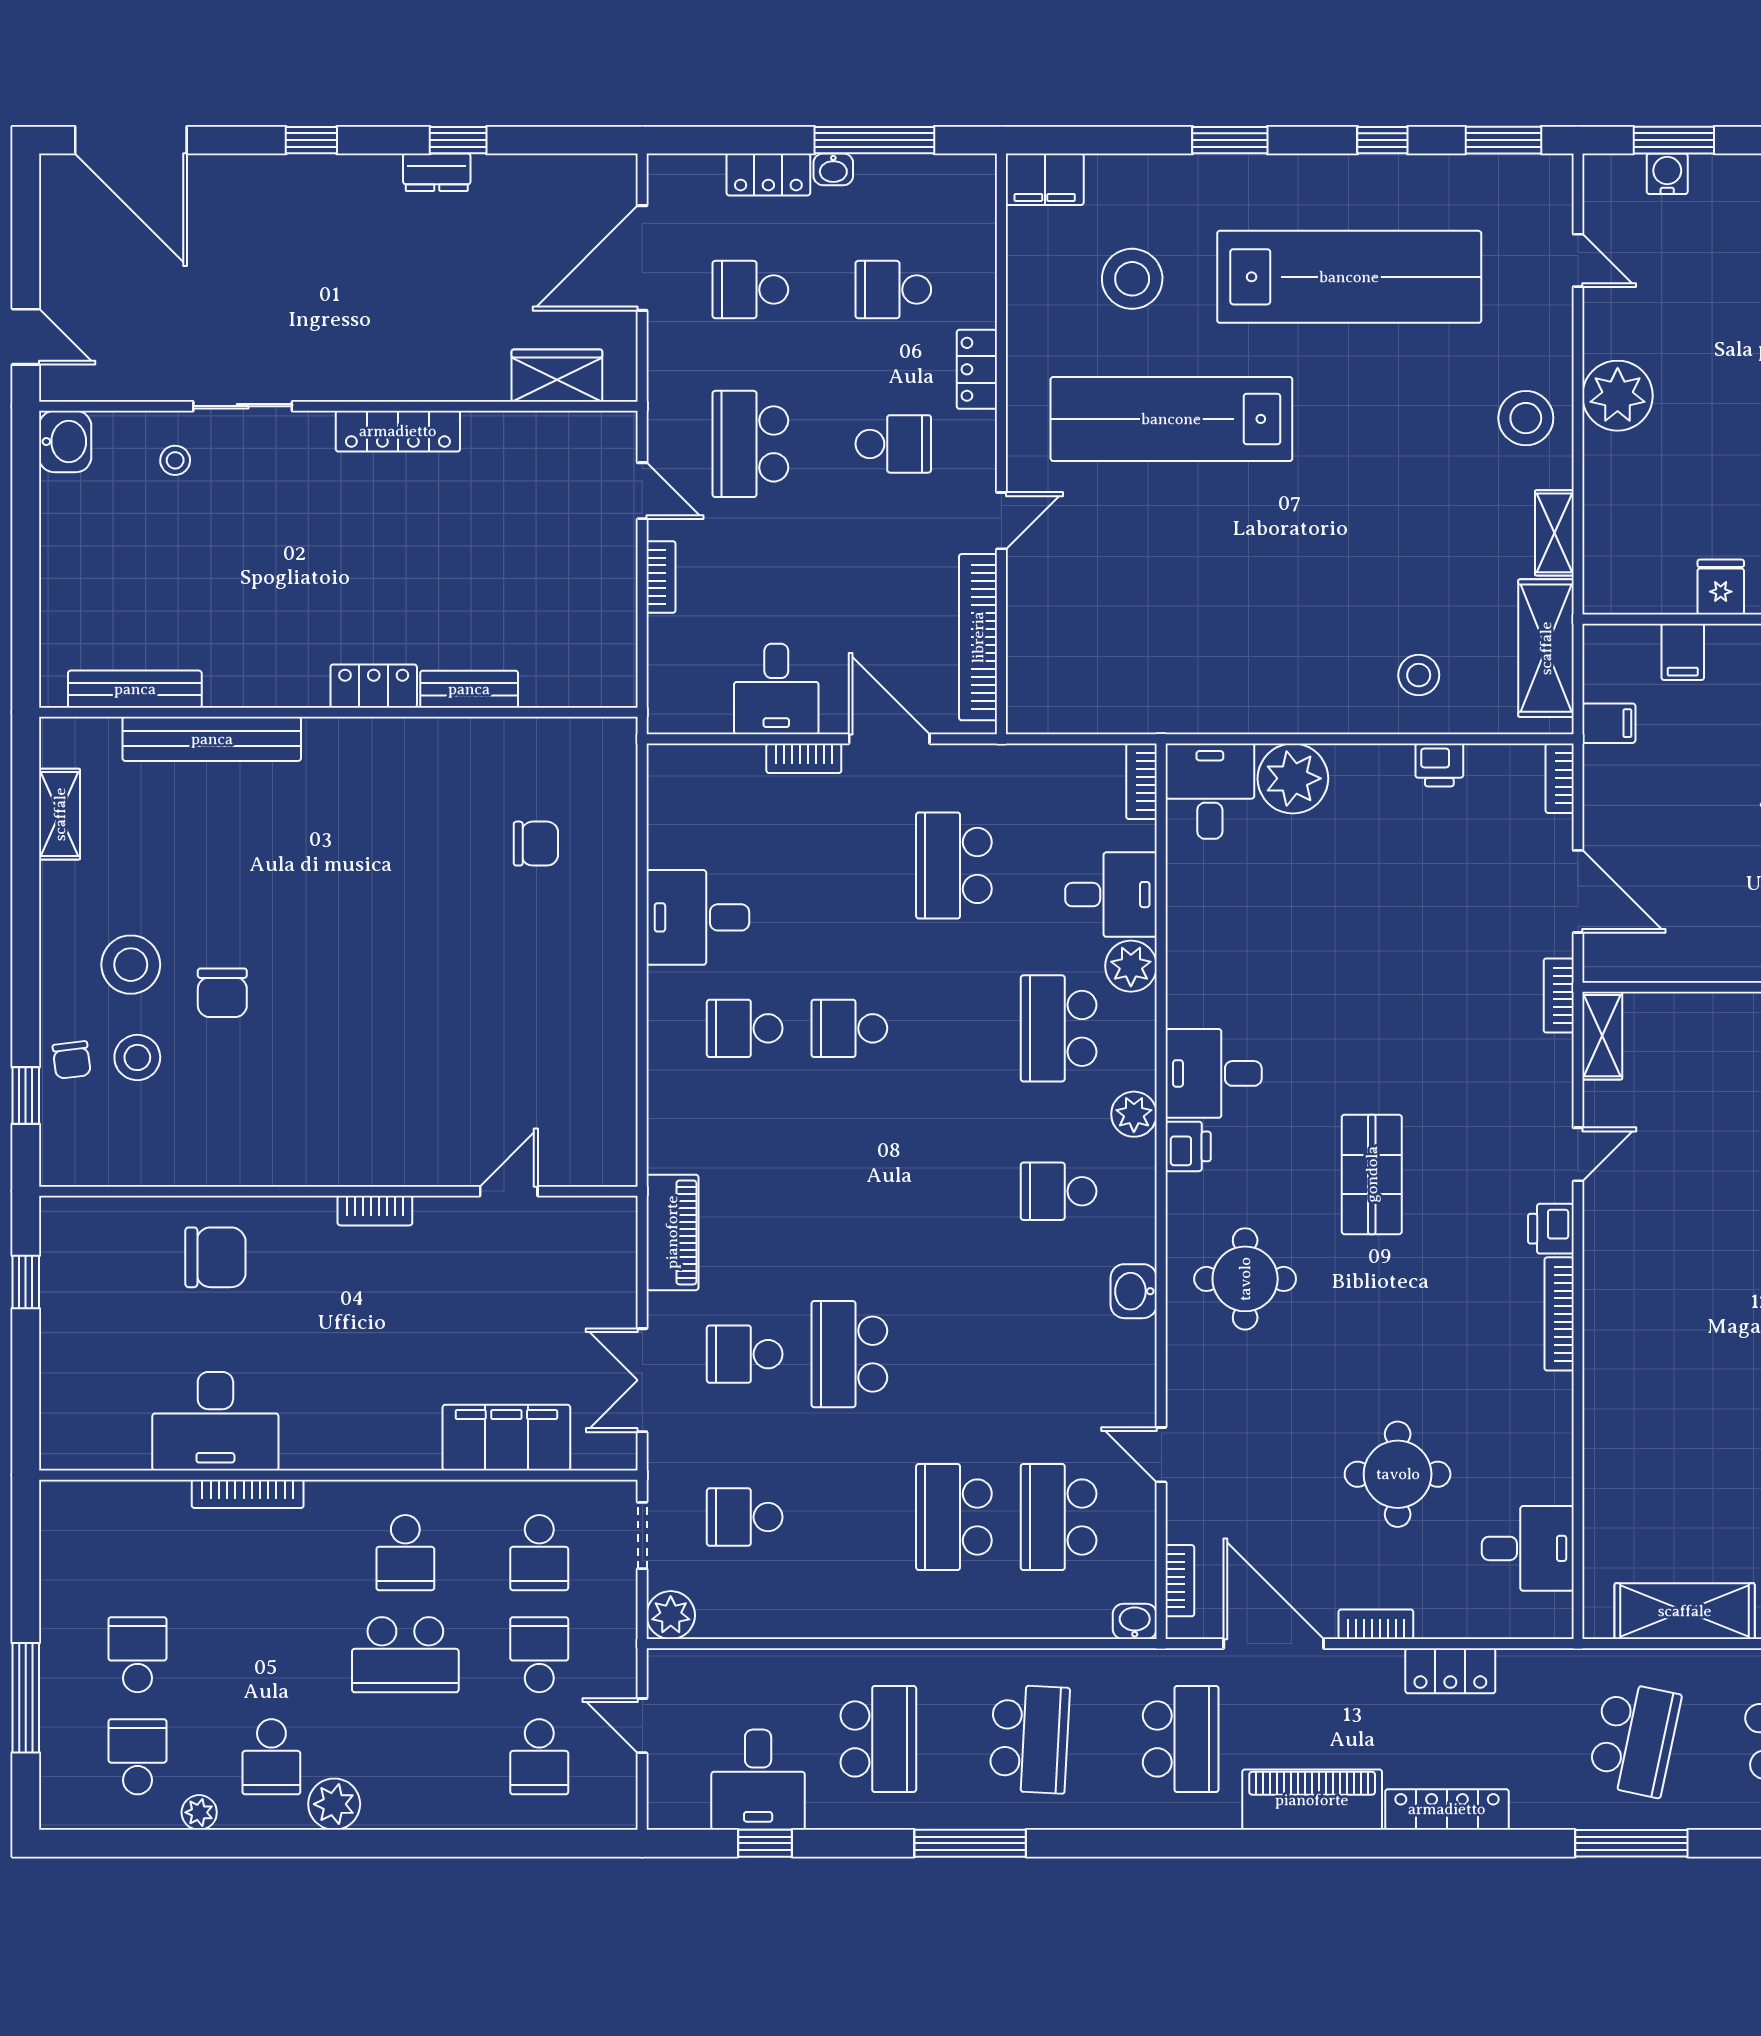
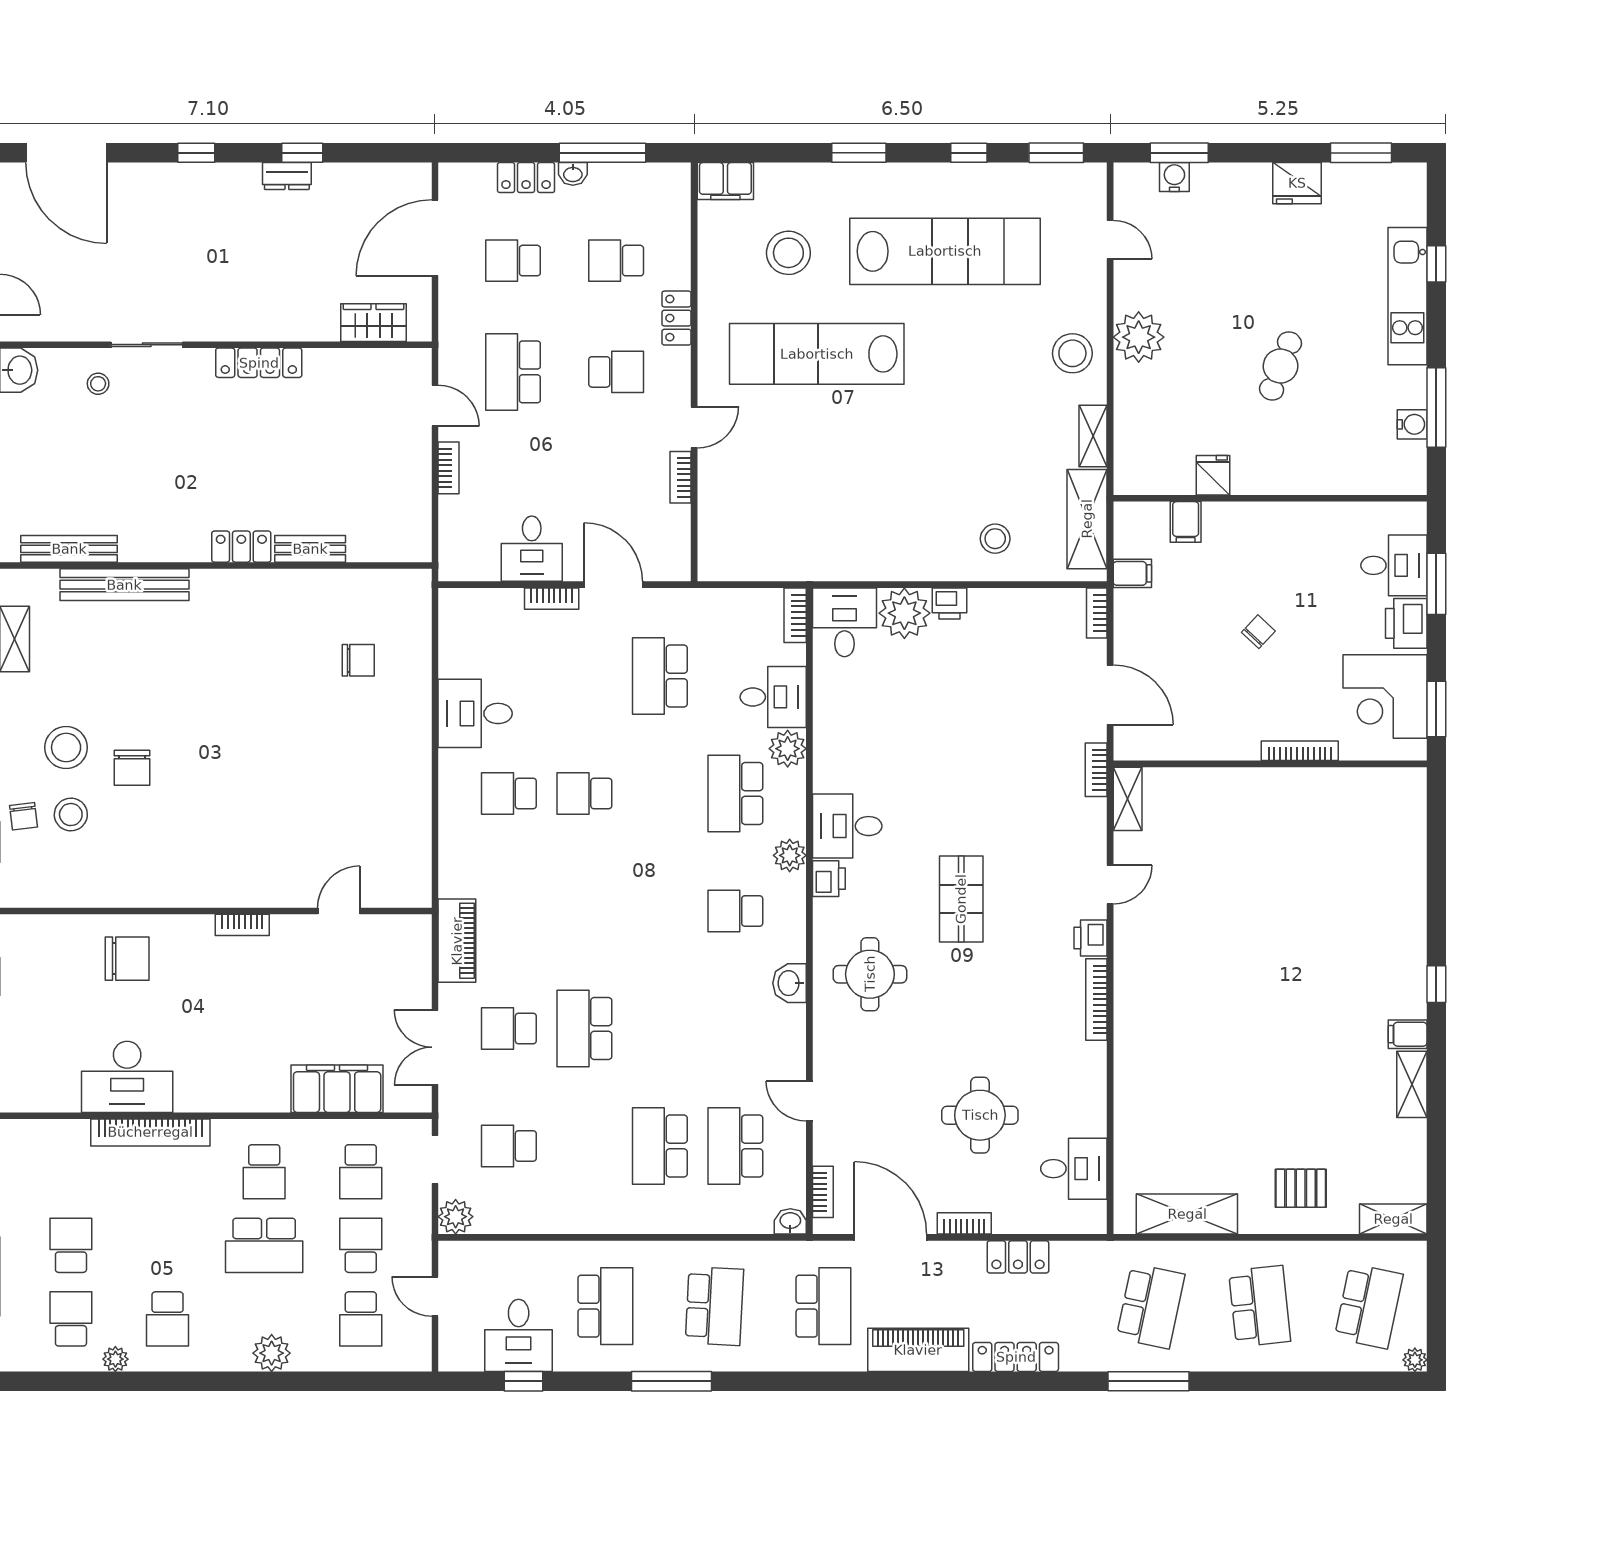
bookcase: (978, 637) -> (681, 477), width x0.43, depth x0.76
printer: (1439, 765) -> (949, 603), moved
bookcase: (248, 1494) -> (150, 1132), width x1.48, depth x1.31
plant: (334, 1804) -> (272, 1353), moved

